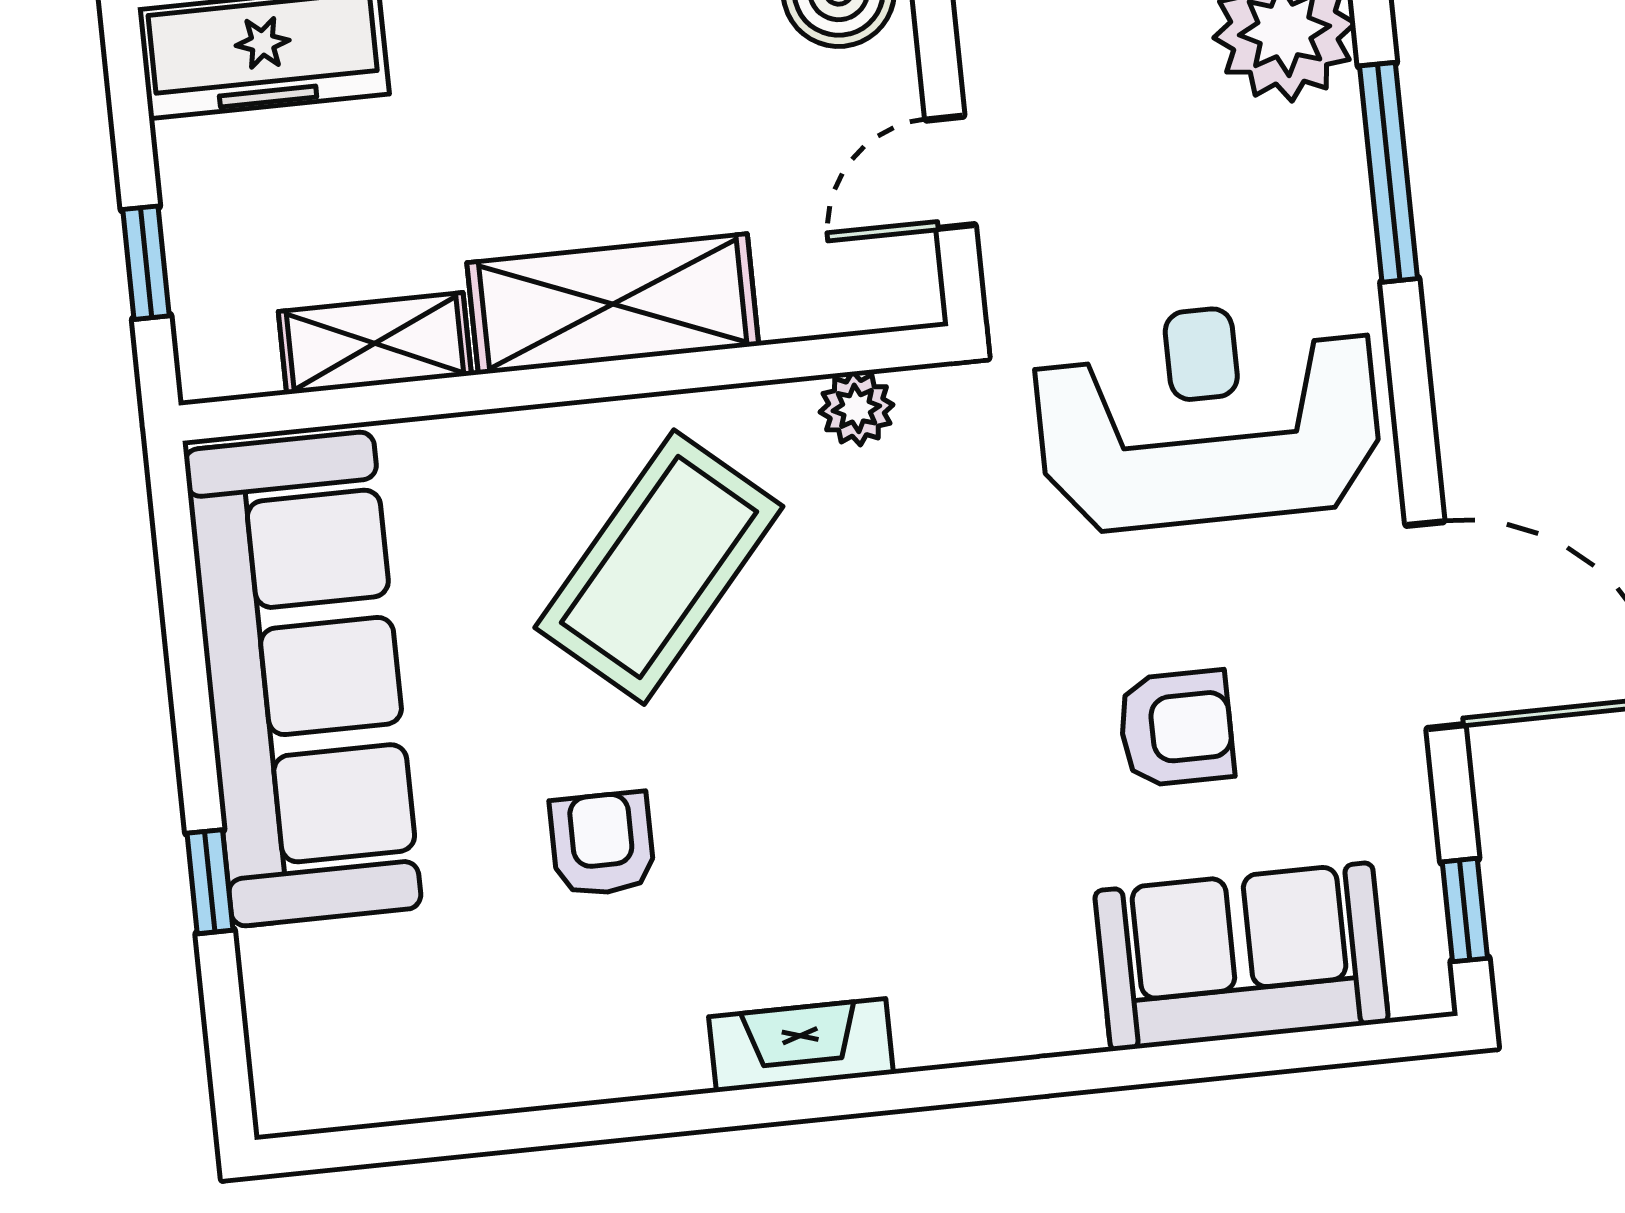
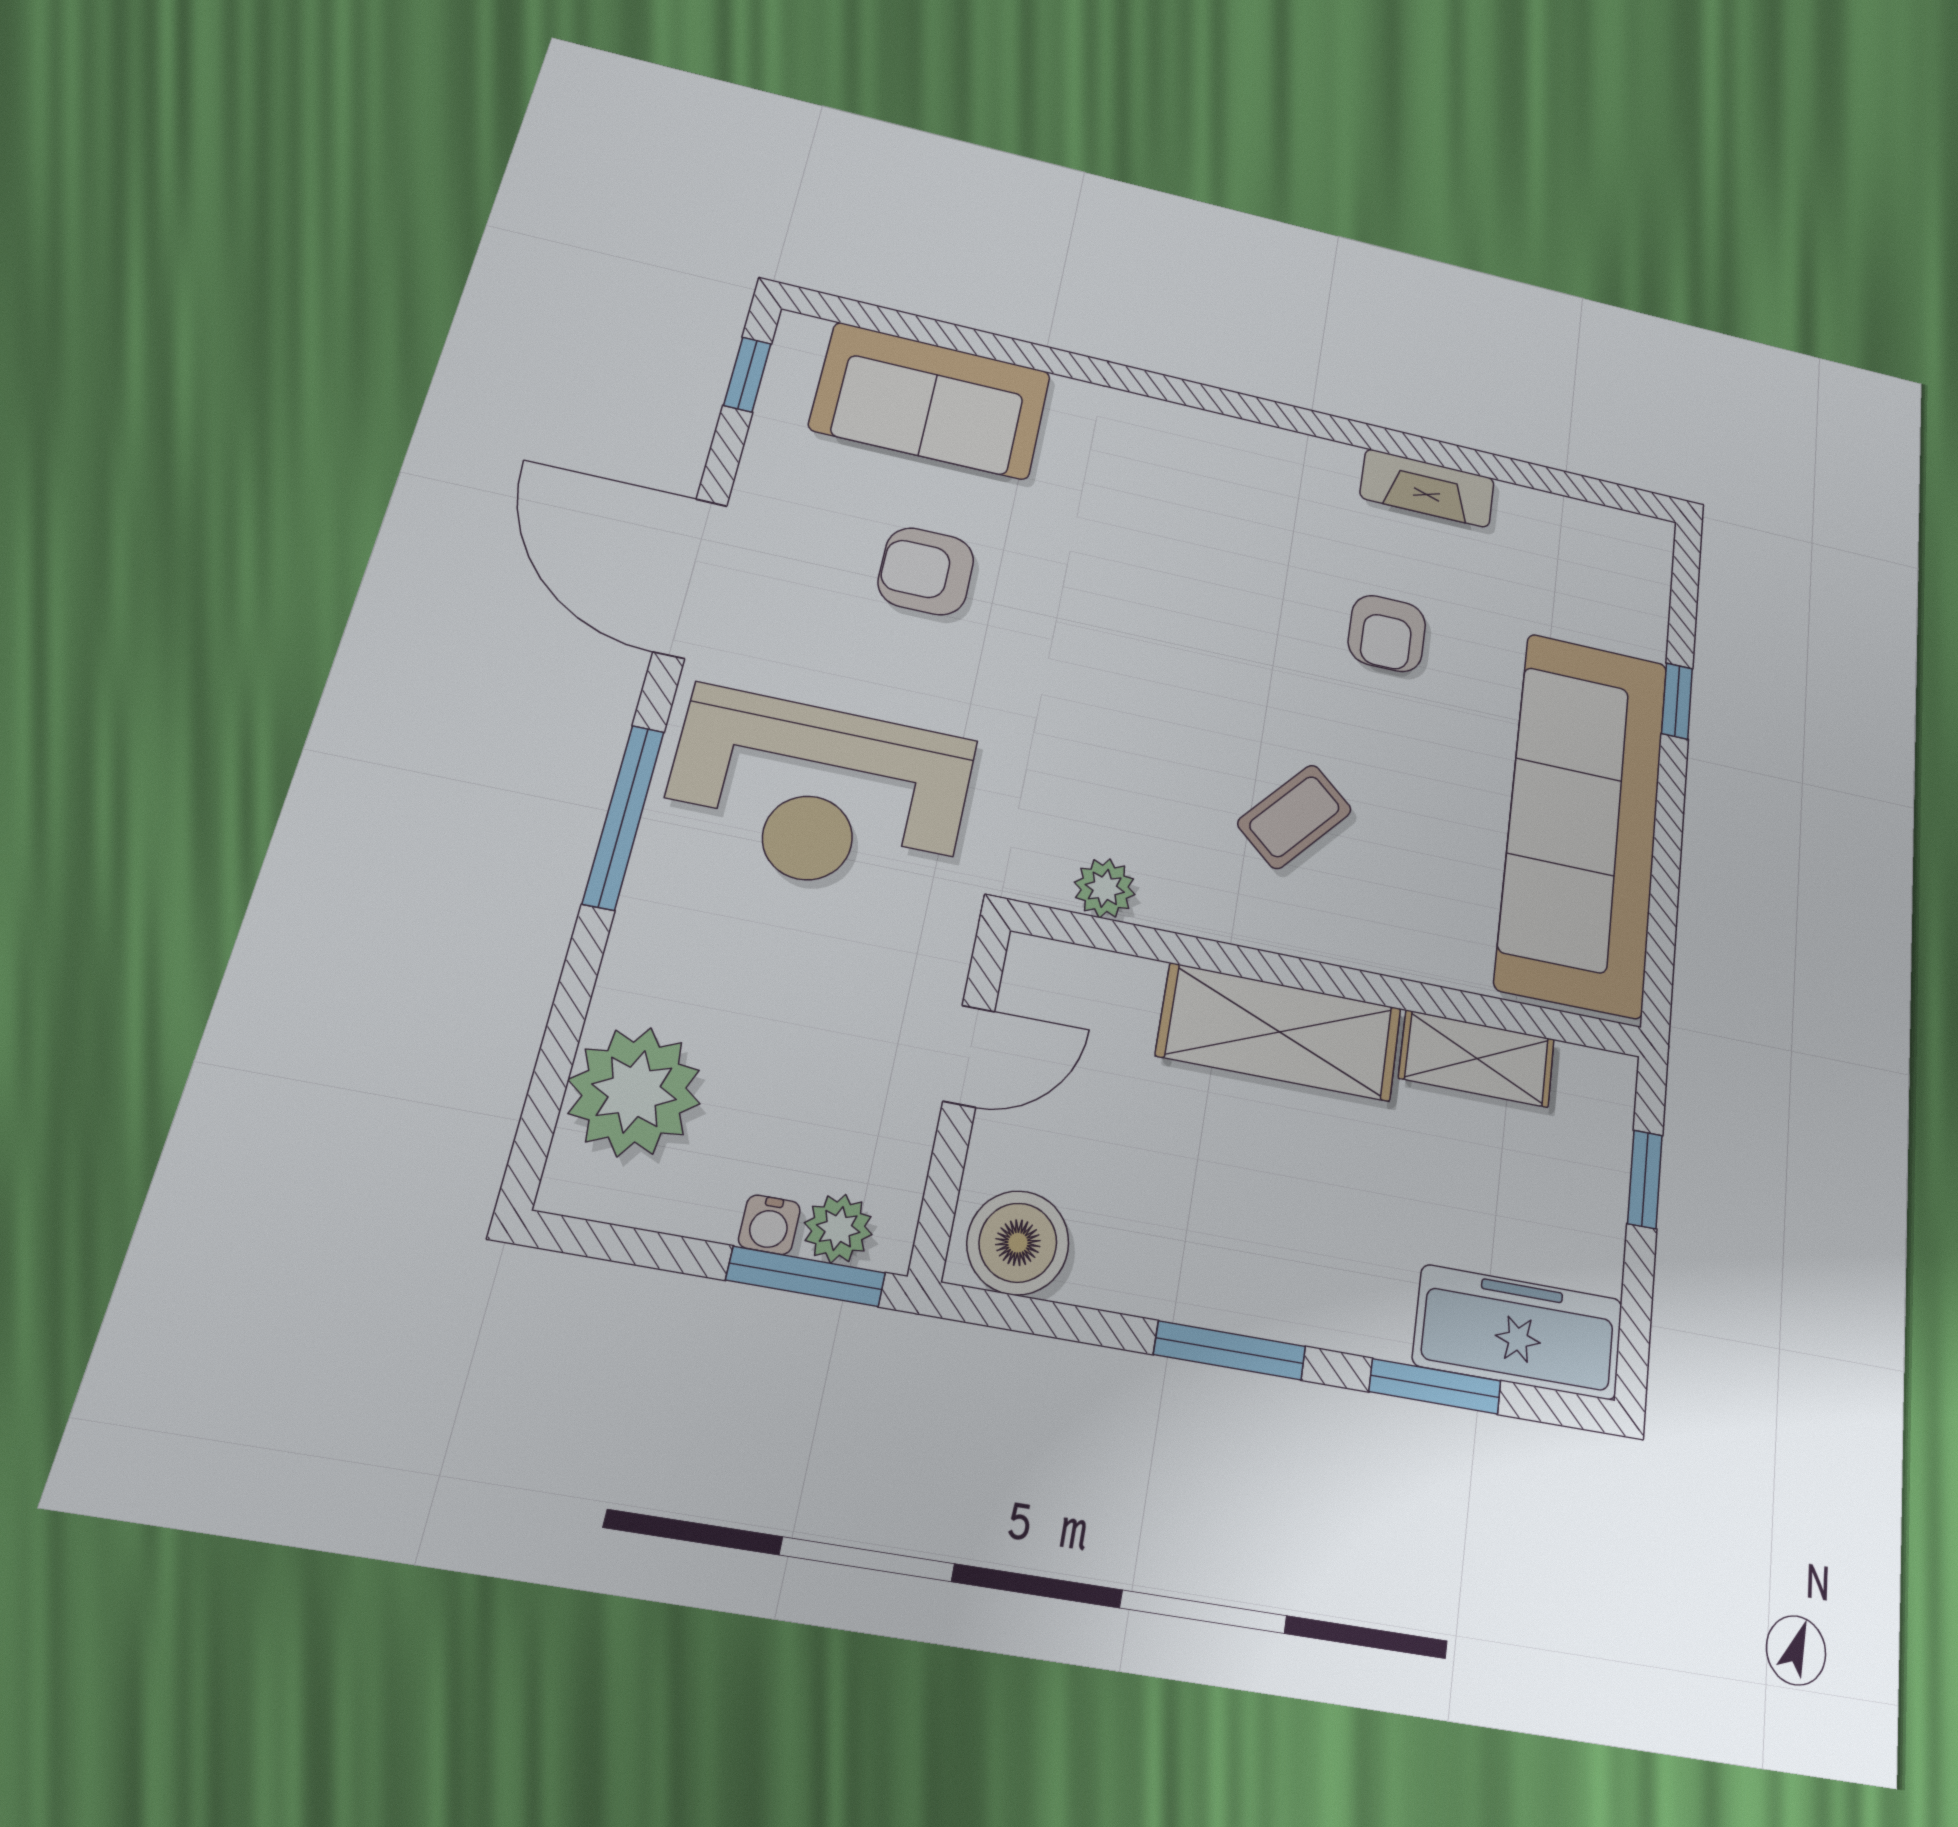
window: (1389, 172) -> (624, 817), moved
coffee table: (659, 567) -> (1294, 817), width x0.54, depth x0.58
fireplace: (801, 1045) -> (1427, 488), moved

